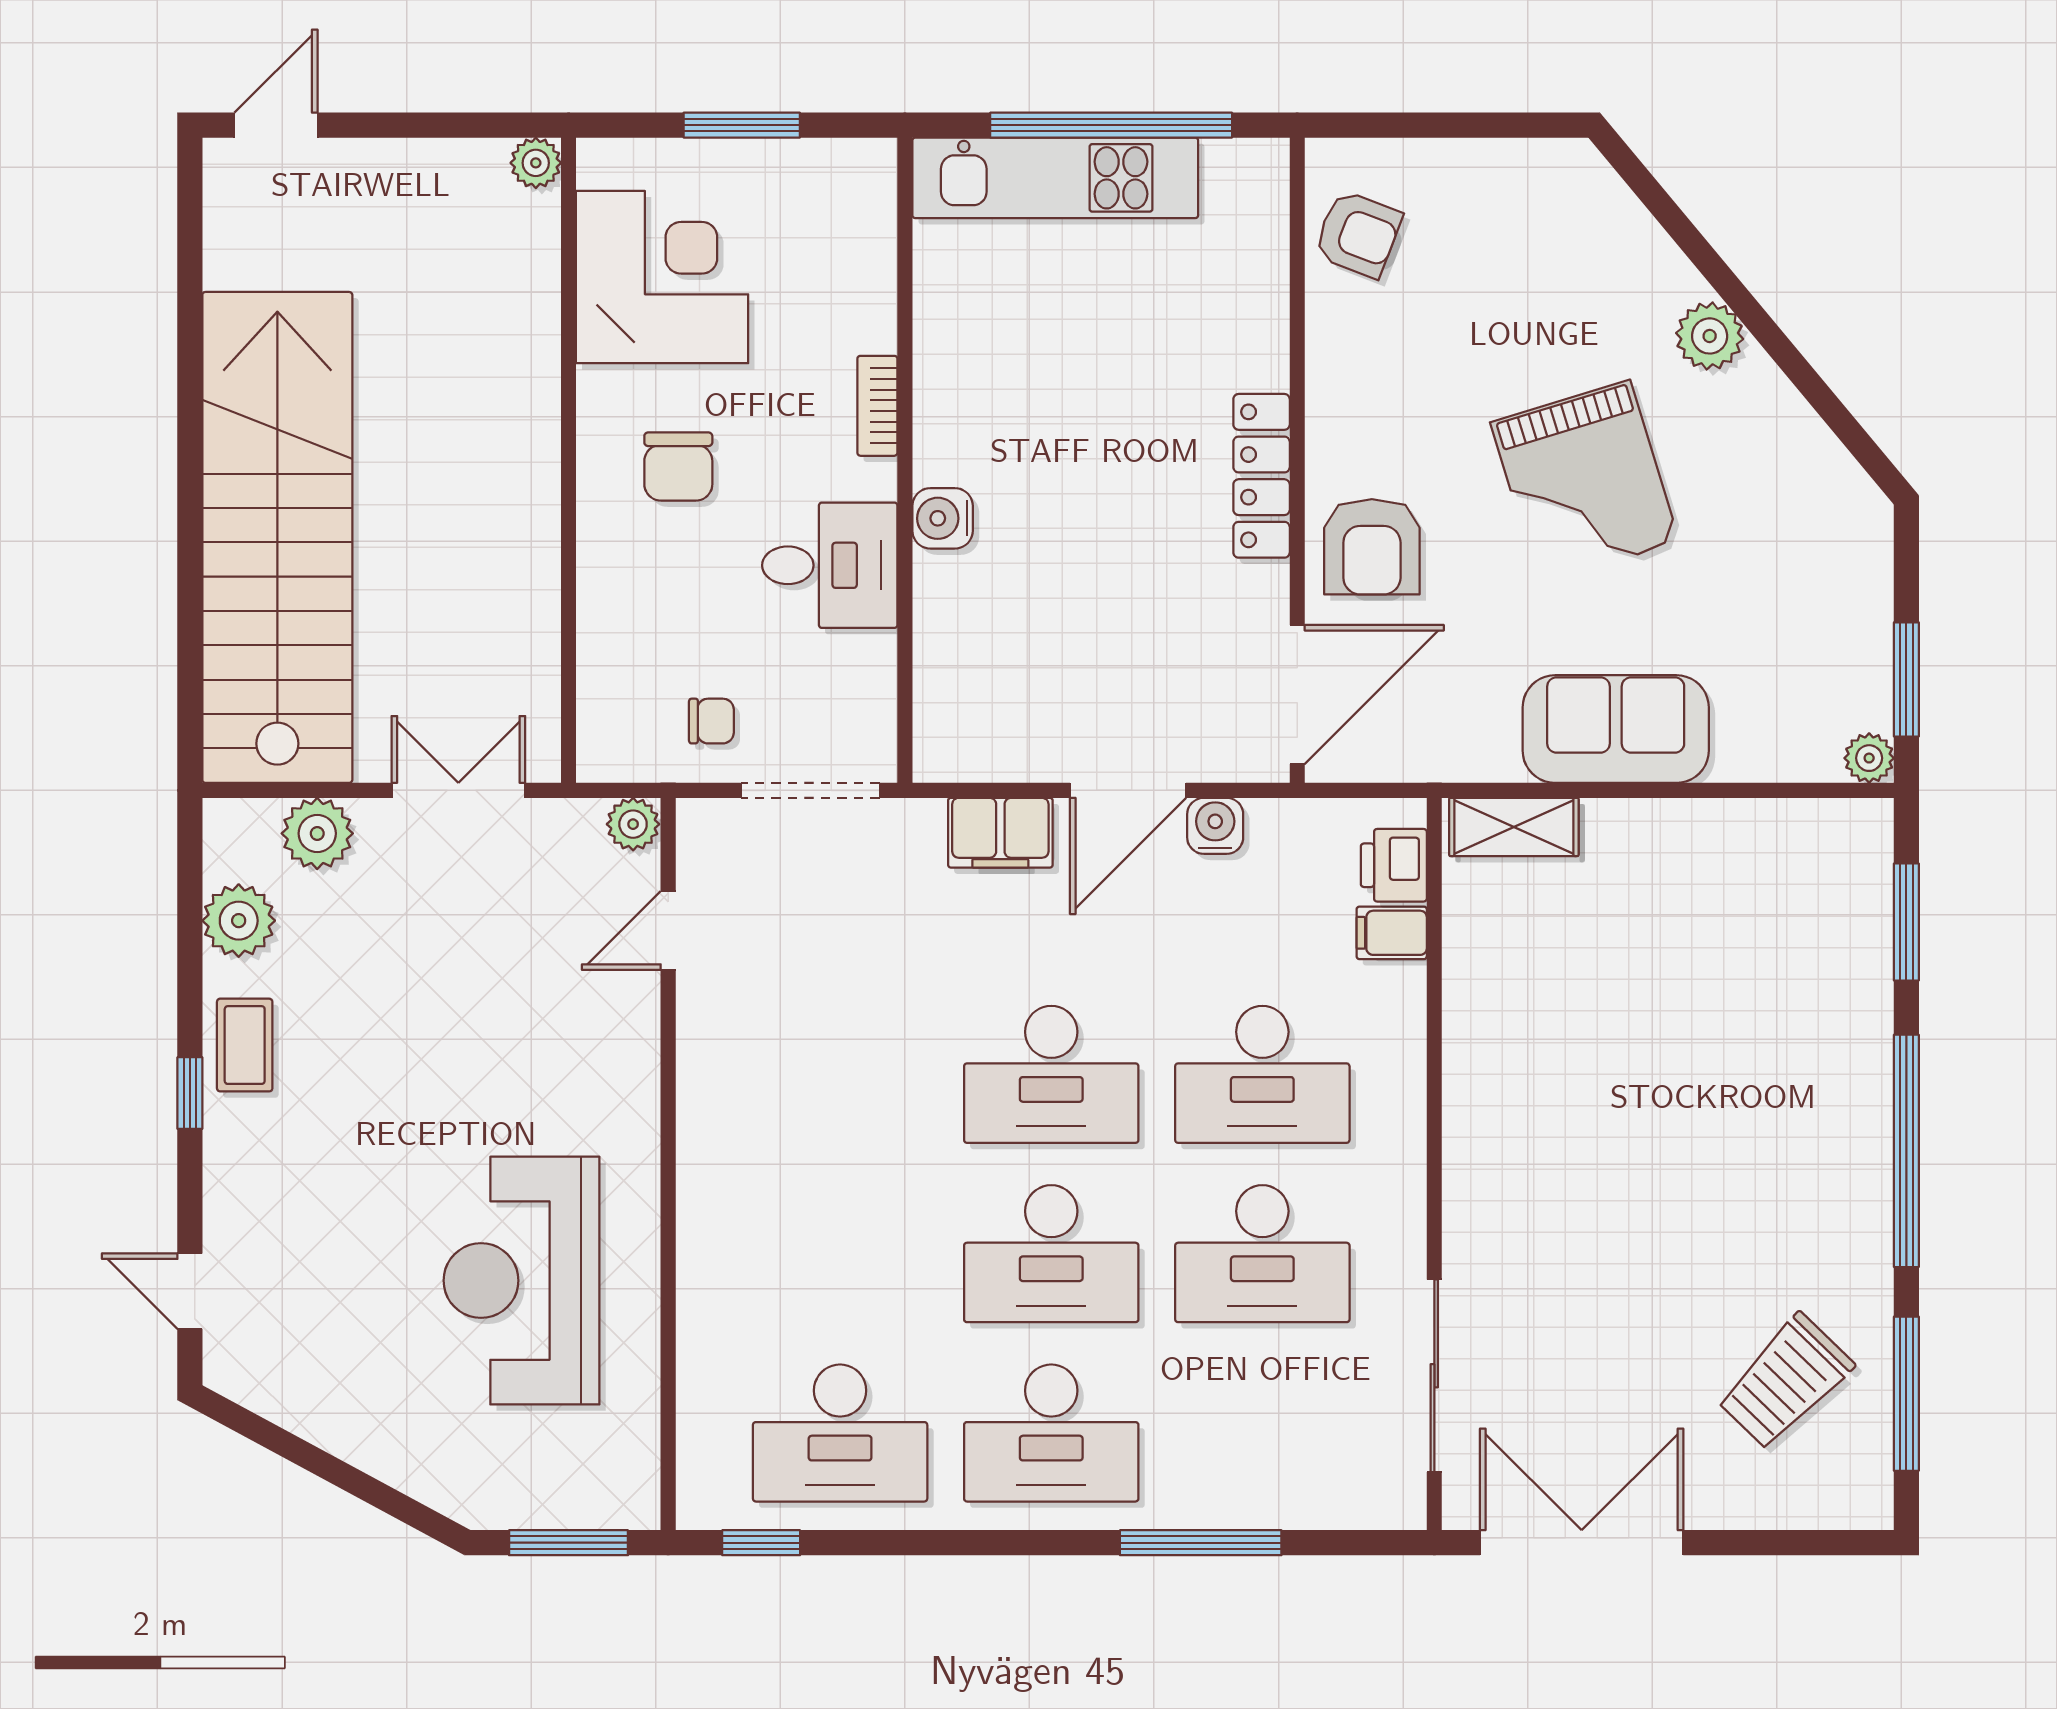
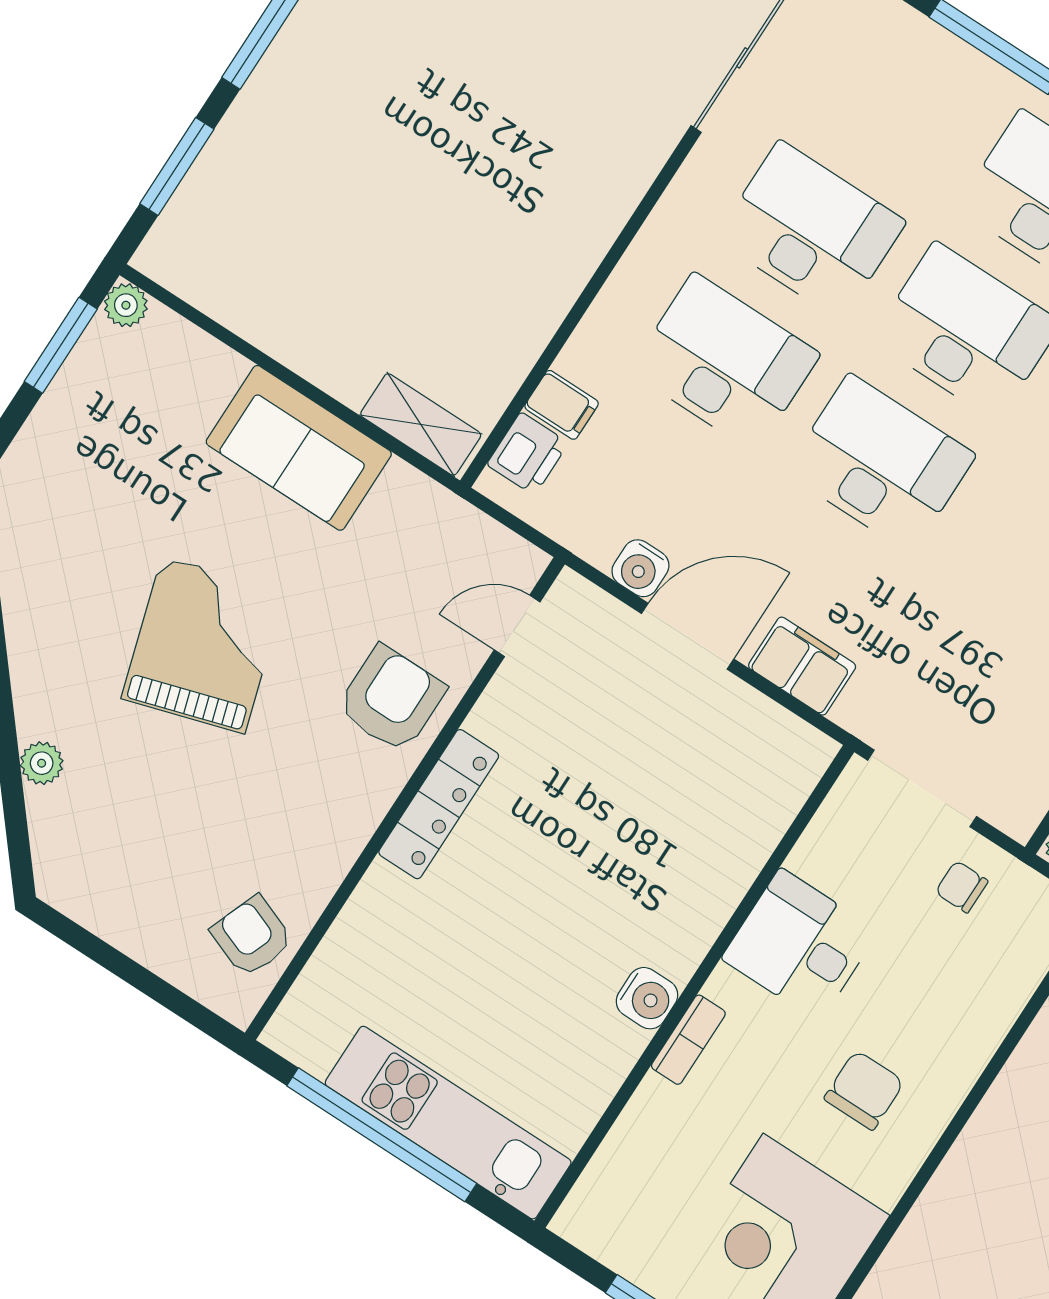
plant: (1710, 336) -> (42, 763), moved, width x0.73, depth x0.73
water cooler: (943, 518) -> (647, 998), moved
door: (1297, 694) -> (517, 626), width x0.53

